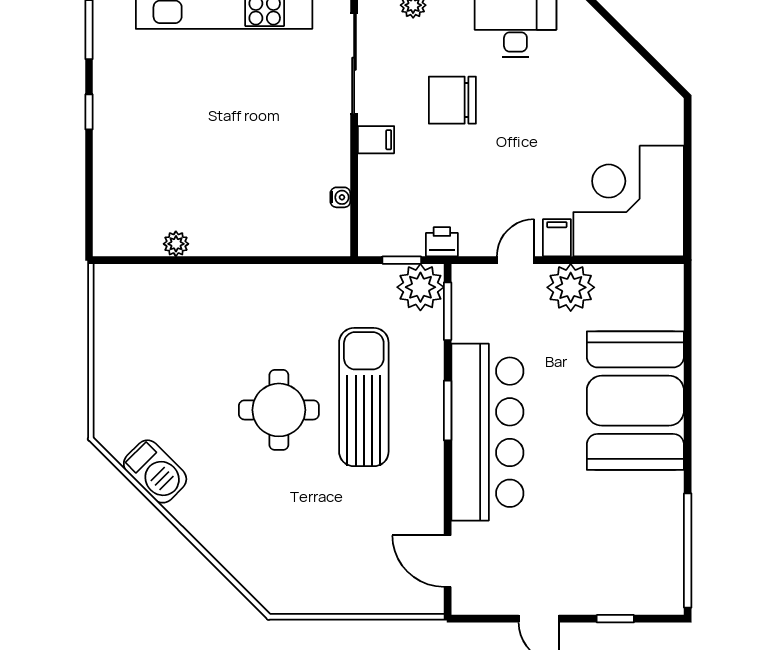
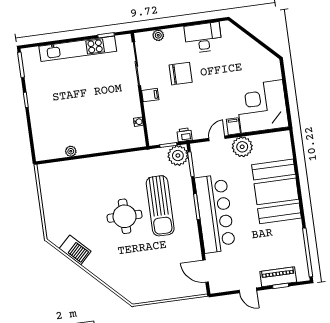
chair: (452, 100) -> (181, 74), turned 180
sun lounger: (364, 397) -> (160, 206), turned 180
piano: (613, 597) -> (278, 277), added

